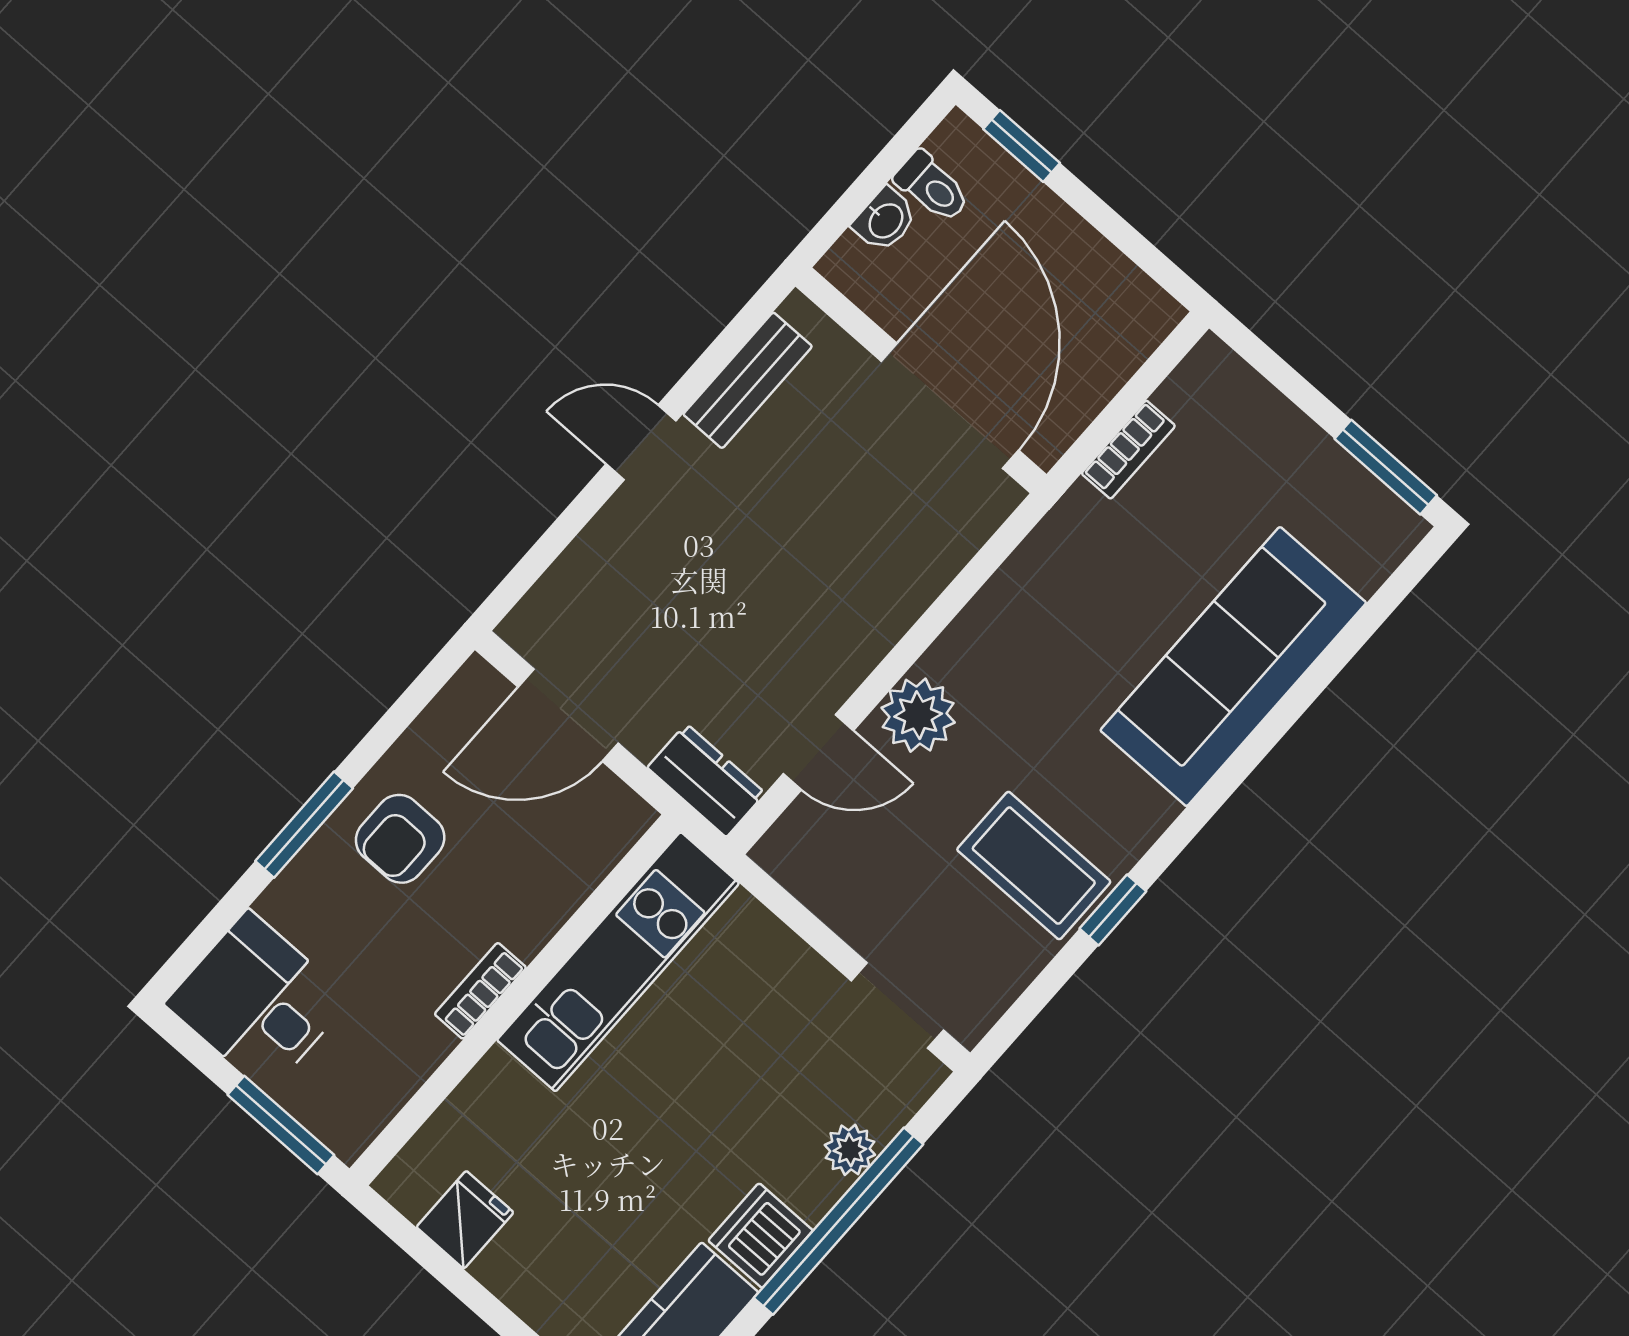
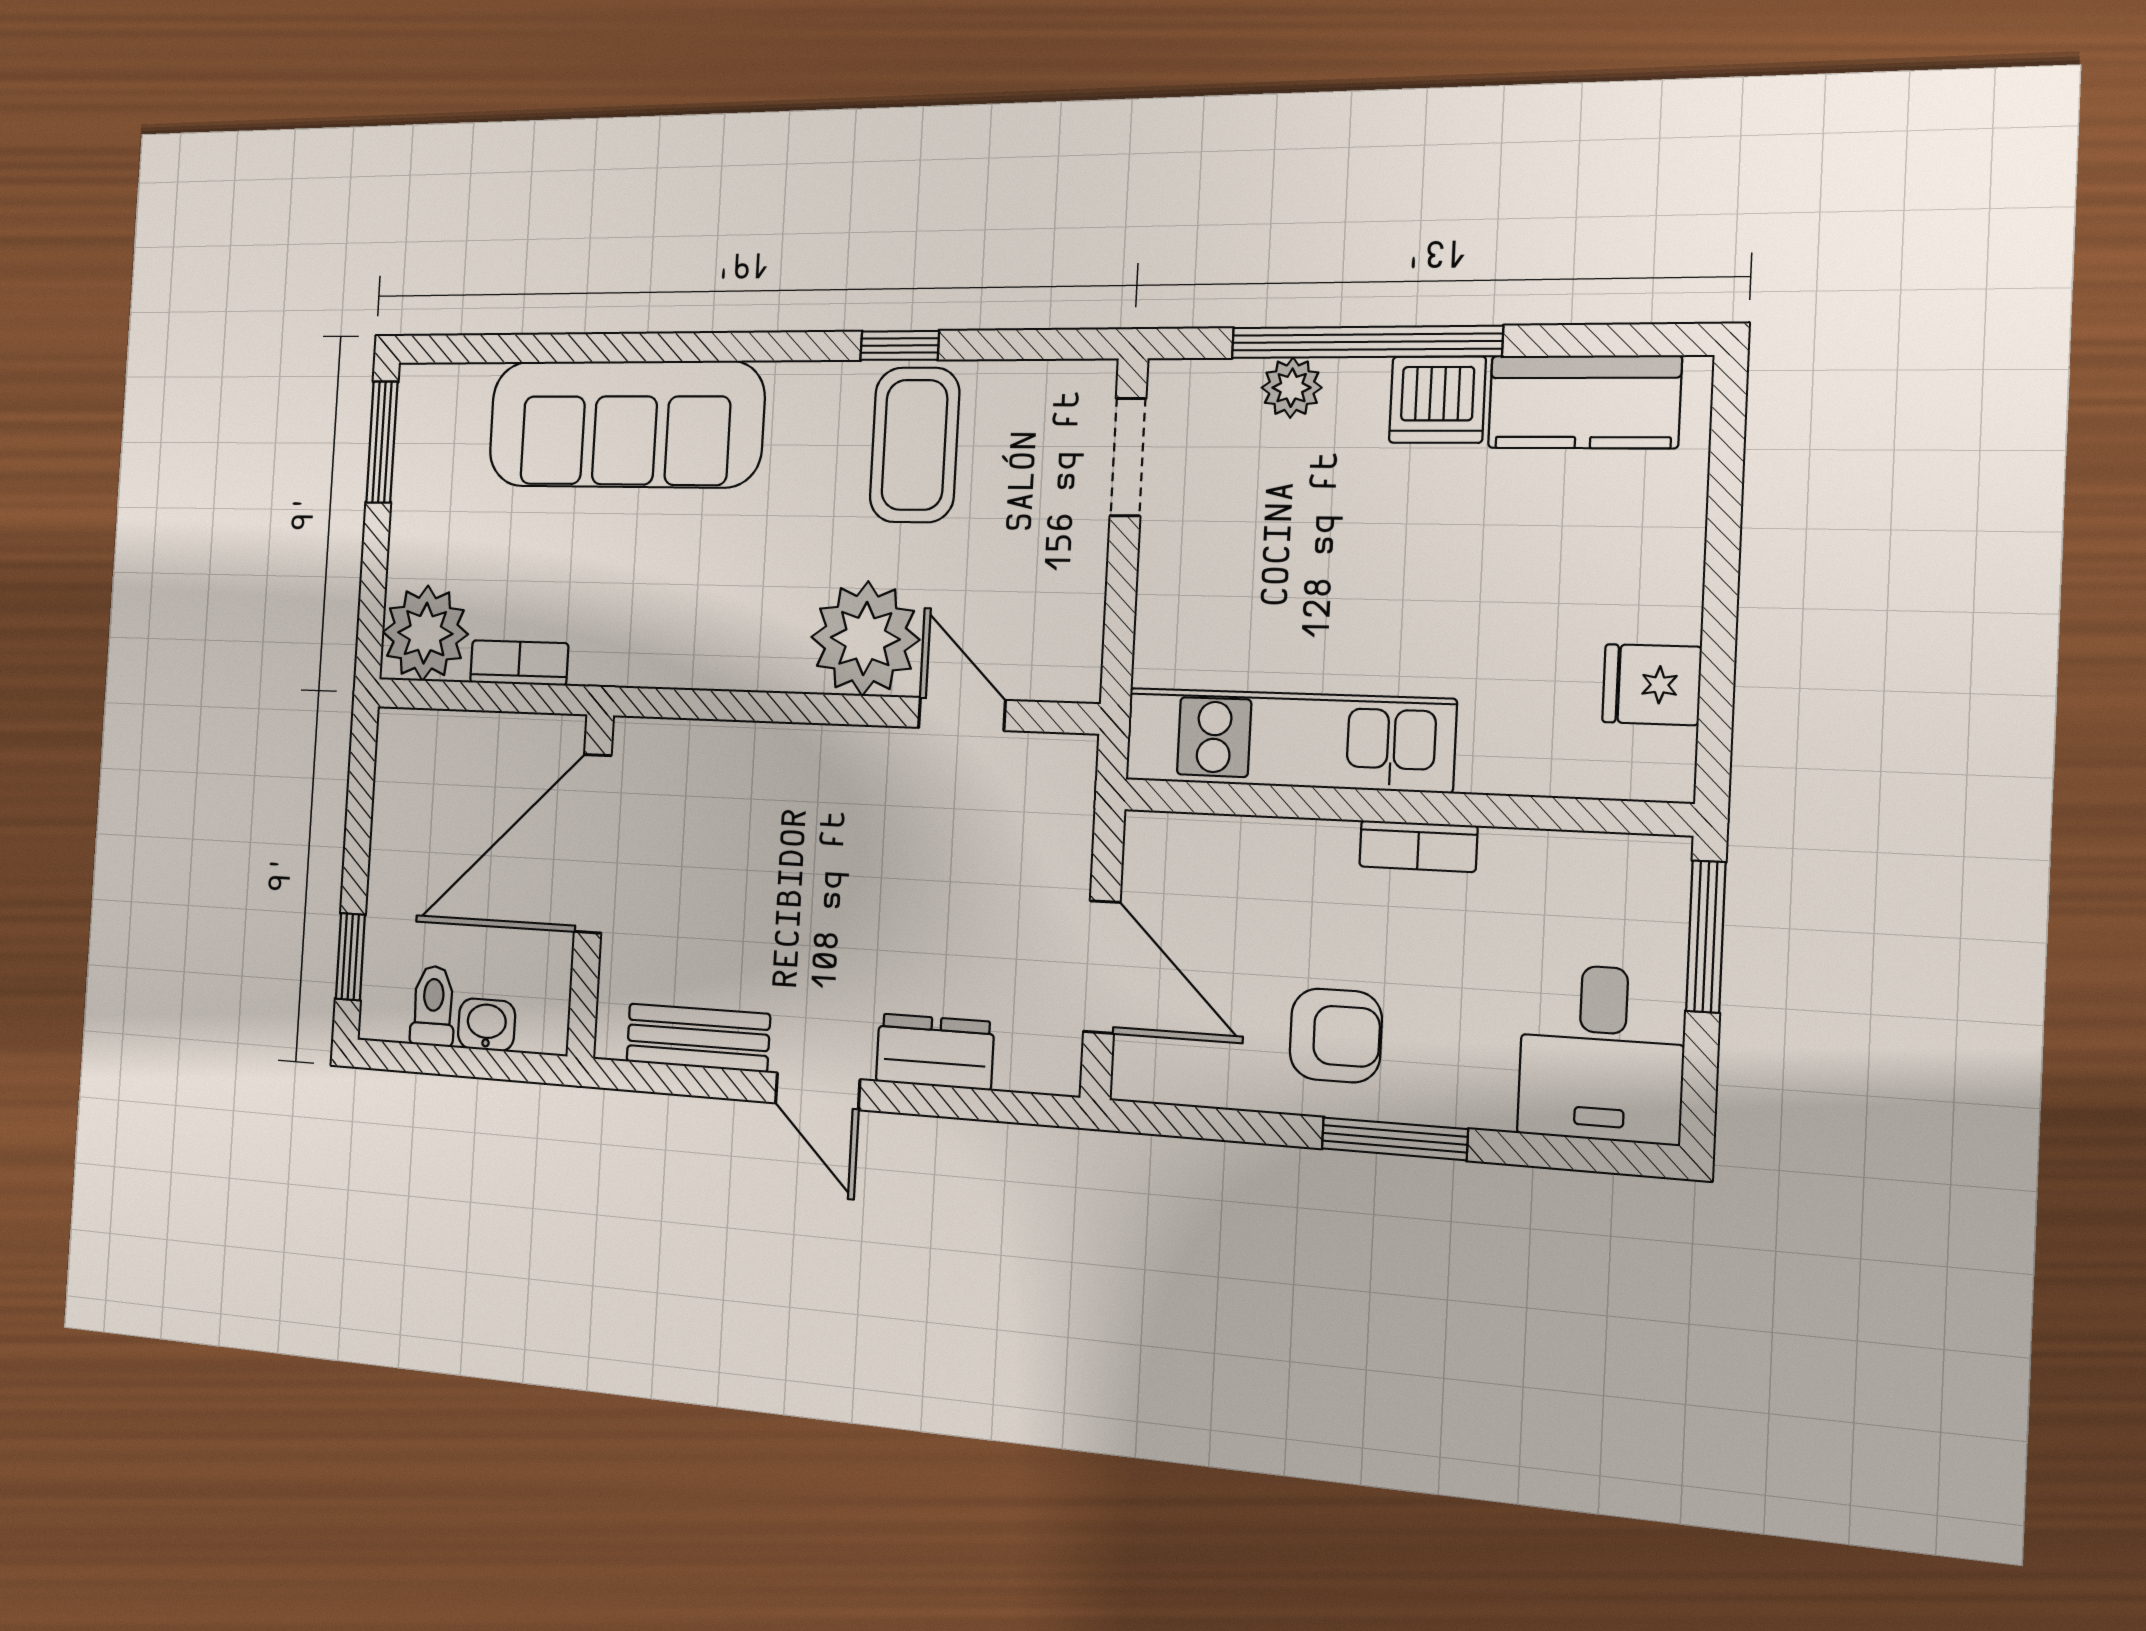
plant: (1213, 392) -> (425, 633), added
plant: (918, 715) -> (865, 638), width x1.36, depth x1.36
dresser: (706, 780) -> (935, 1052), moved, turned 90

